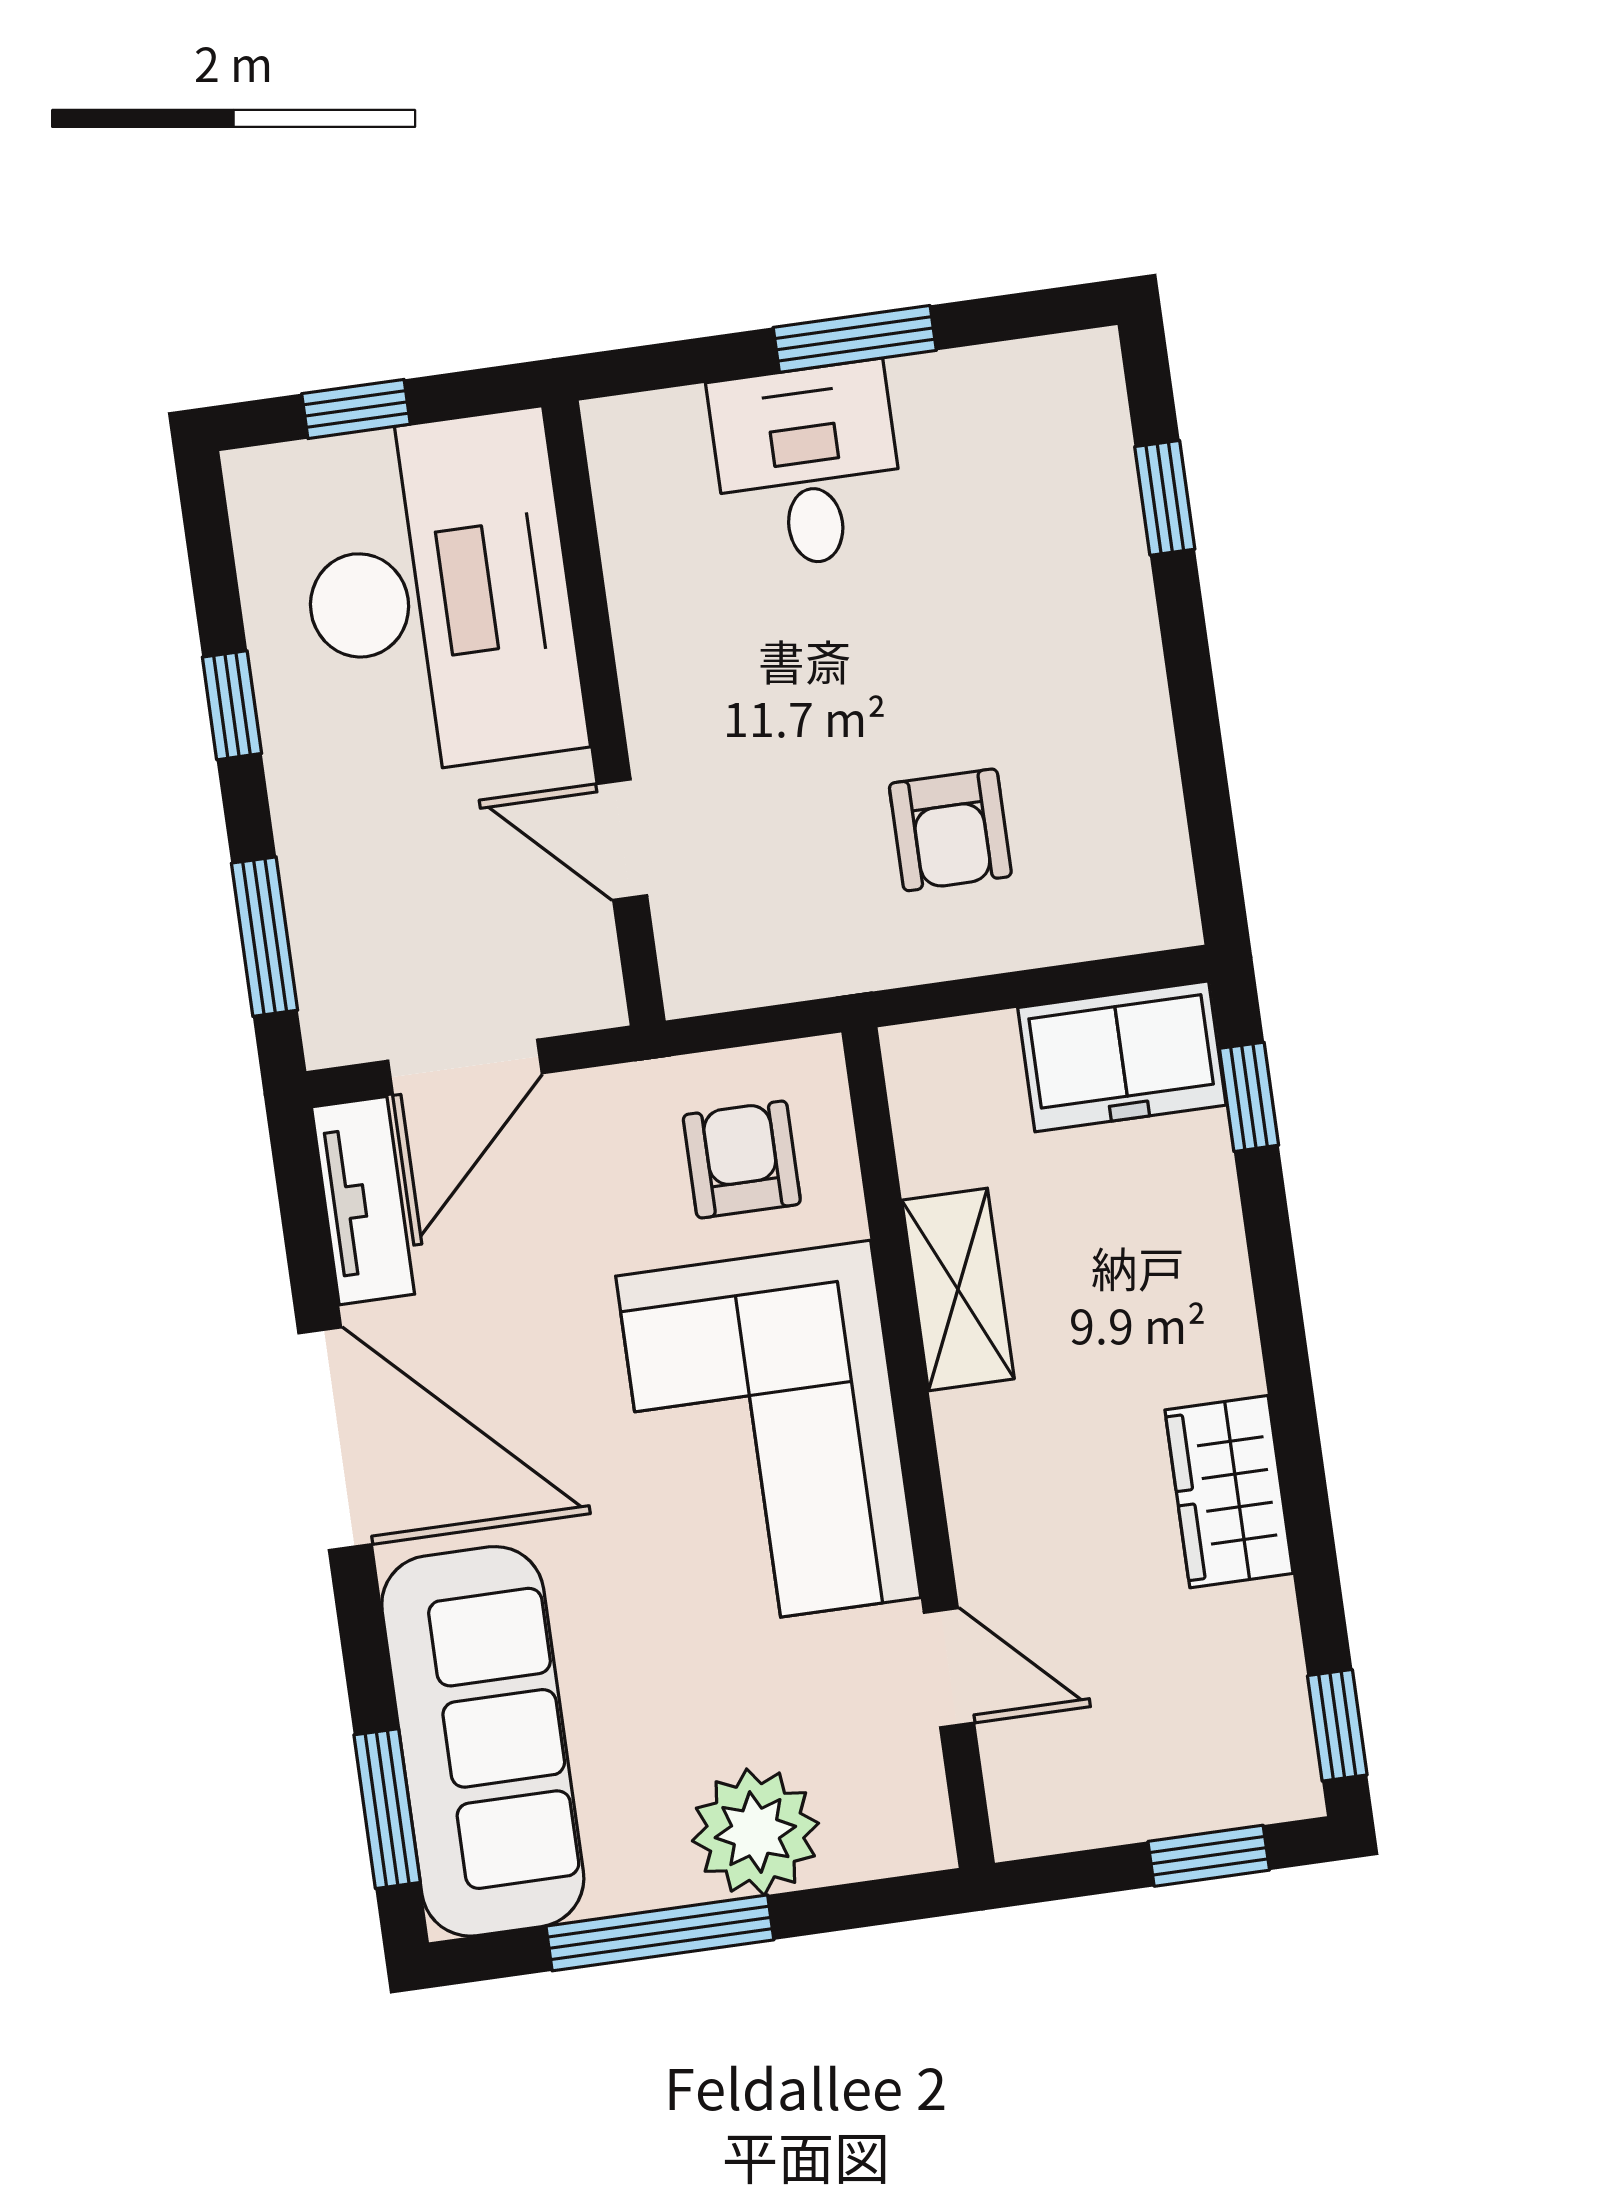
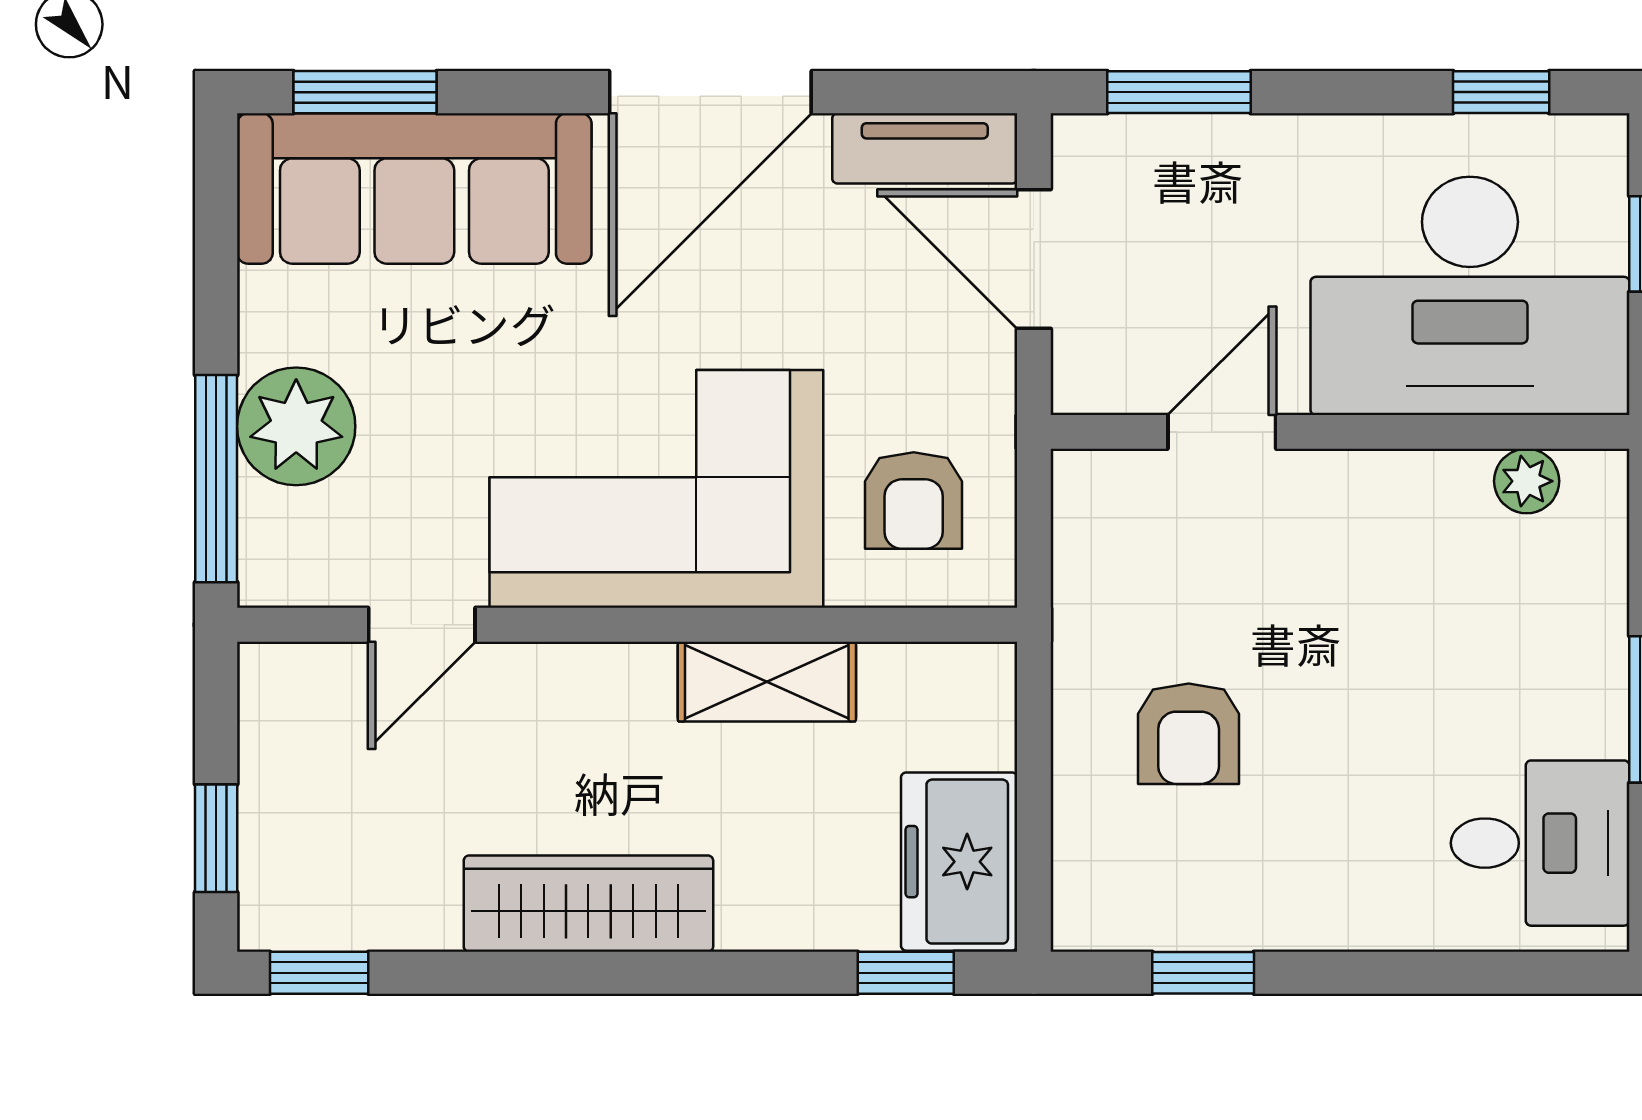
desk: (807, 466) -> (1540, 843), moved
window: (1165, 498) -> (1203, 973), moved
plant: (629, 506) -> (1527, 481), added
window: (232, 705) -> (1501, 92), moved
armchair: (950, 830) -> (1189, 734), turned -90
armchair: (742, 1159) -> (914, 500), turned 90
wardrobe: (1229, 1492) -> (588, 904), width x1.50
window: (660, 1933) -> (216, 479), moved

